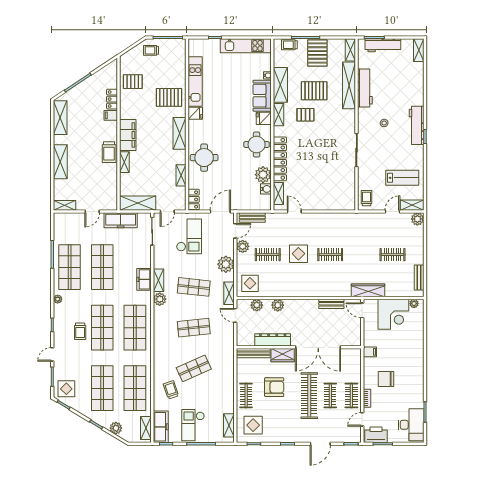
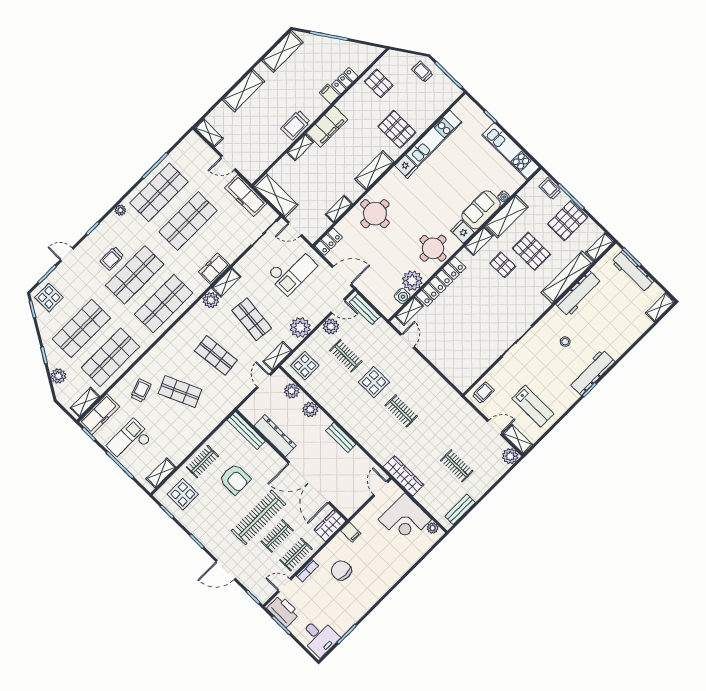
bench: (331, 304) -> (341, 437), moved
wardrobe: (283, 355) -> (330, 526), moved, turned 90
desk: (411, 425) -> (319, 637), width x0.73

